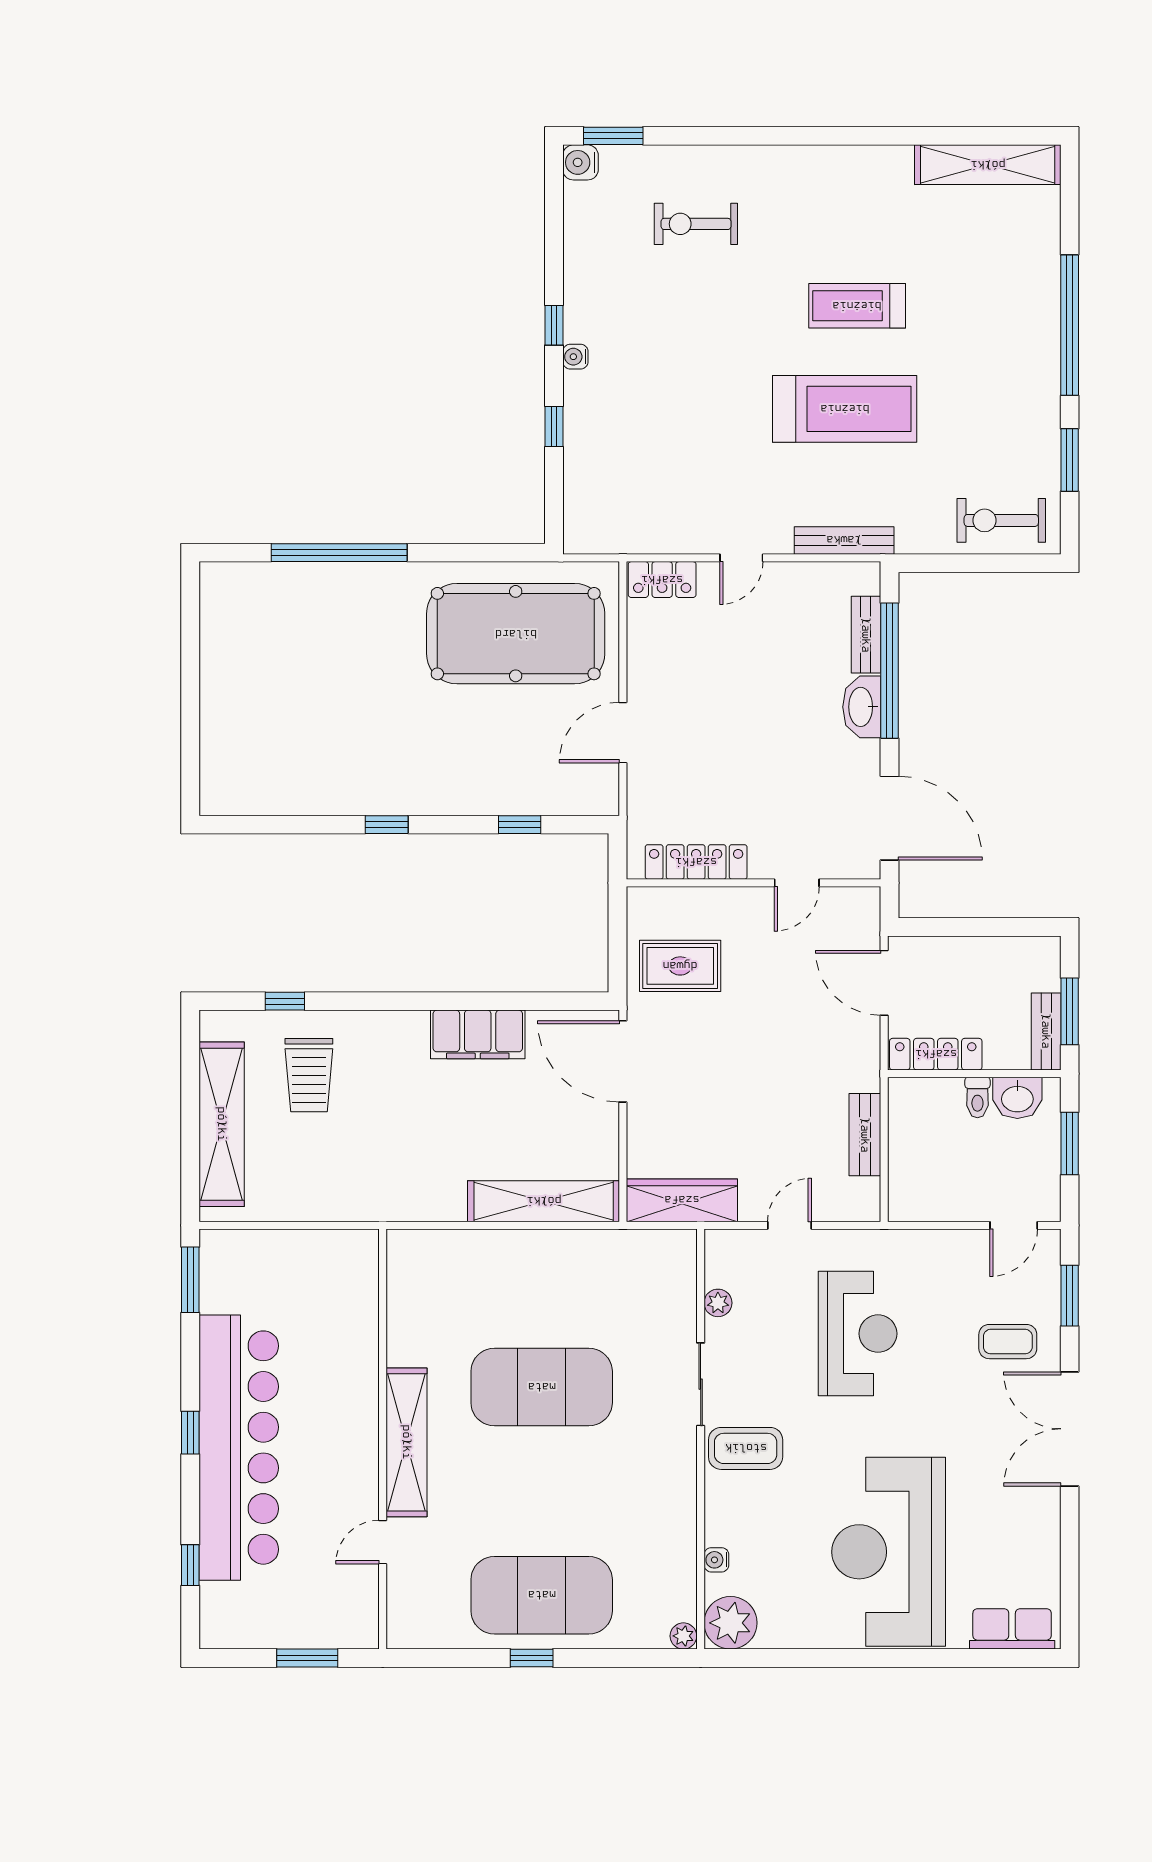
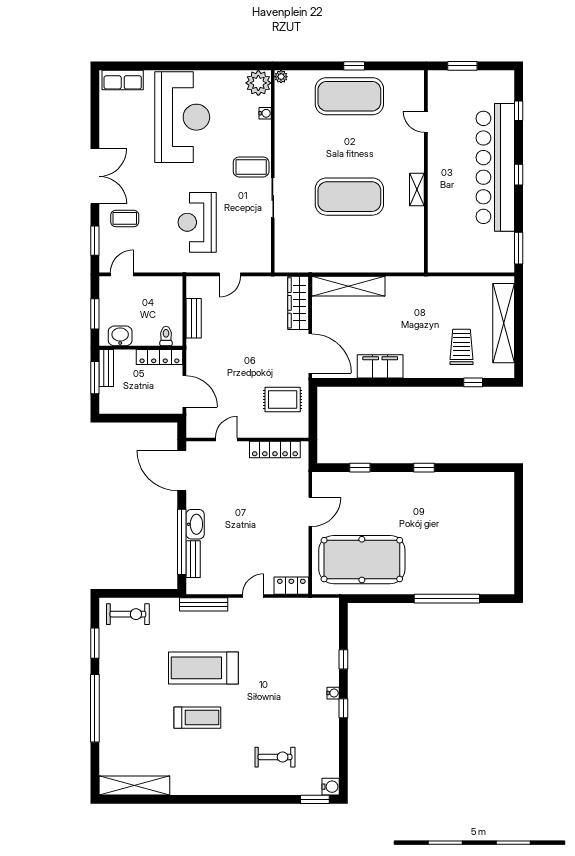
toilet: (977, 1097) -> (166, 336), moved
wardrobe: (682, 1200) -> (298, 303), moved, turned 90
plant: (718, 1303) -> (264, 237), removed
shelving: (407, 1442) -> (417, 189), width x0.45, depth x0.75
door: (383, 1542) -> (426, 122), swing flipped

